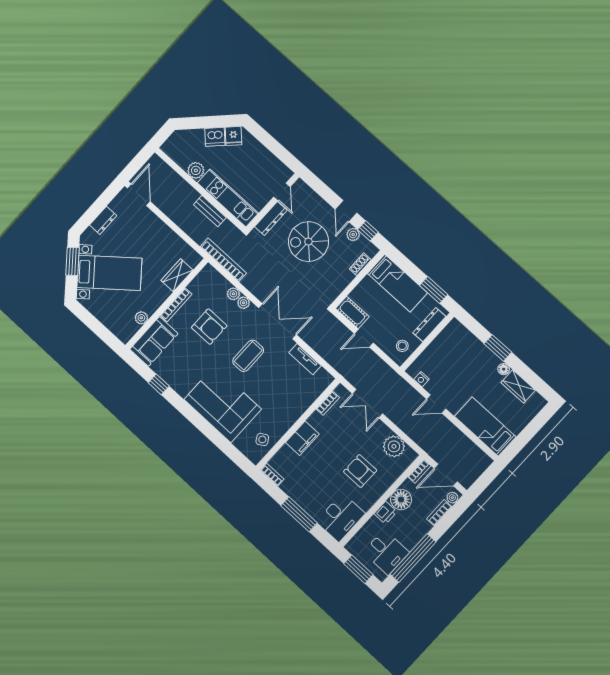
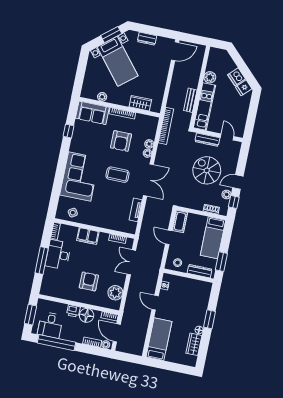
door: (282, 192) -> (227, 137), swing flipped
desk: (341, 517) -> (58, 255), moved, turned 90

